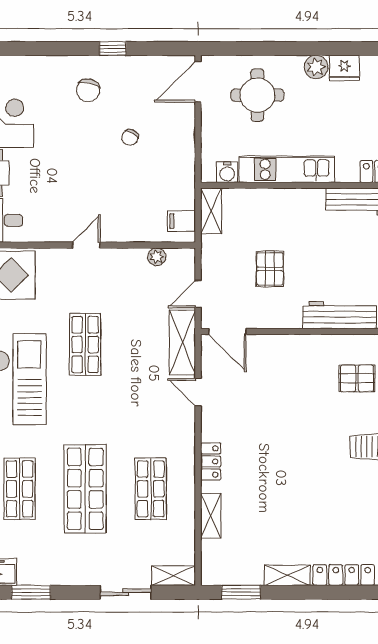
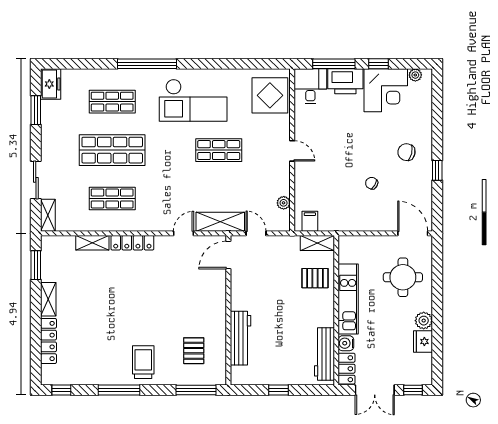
water cooler: (227, 172) -> (346, 343), moved
pallet: (270, 269) -> (315, 278), moved
locker: (211, 461) -> (132, 243), width x1.53

